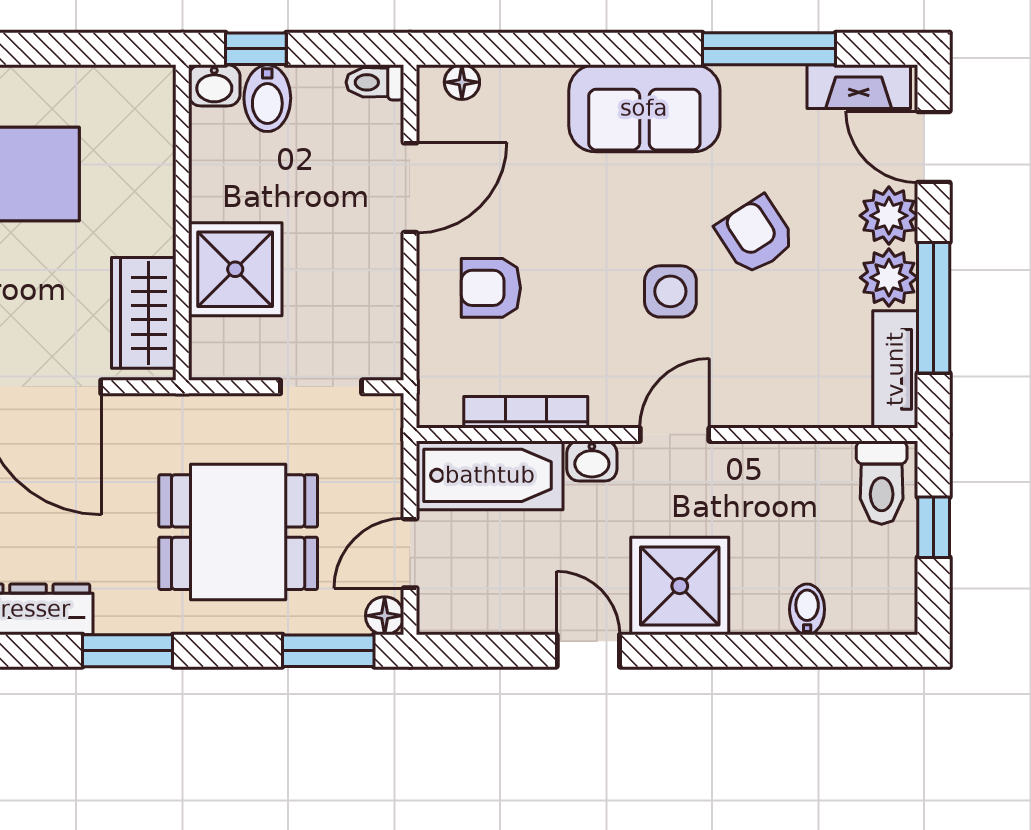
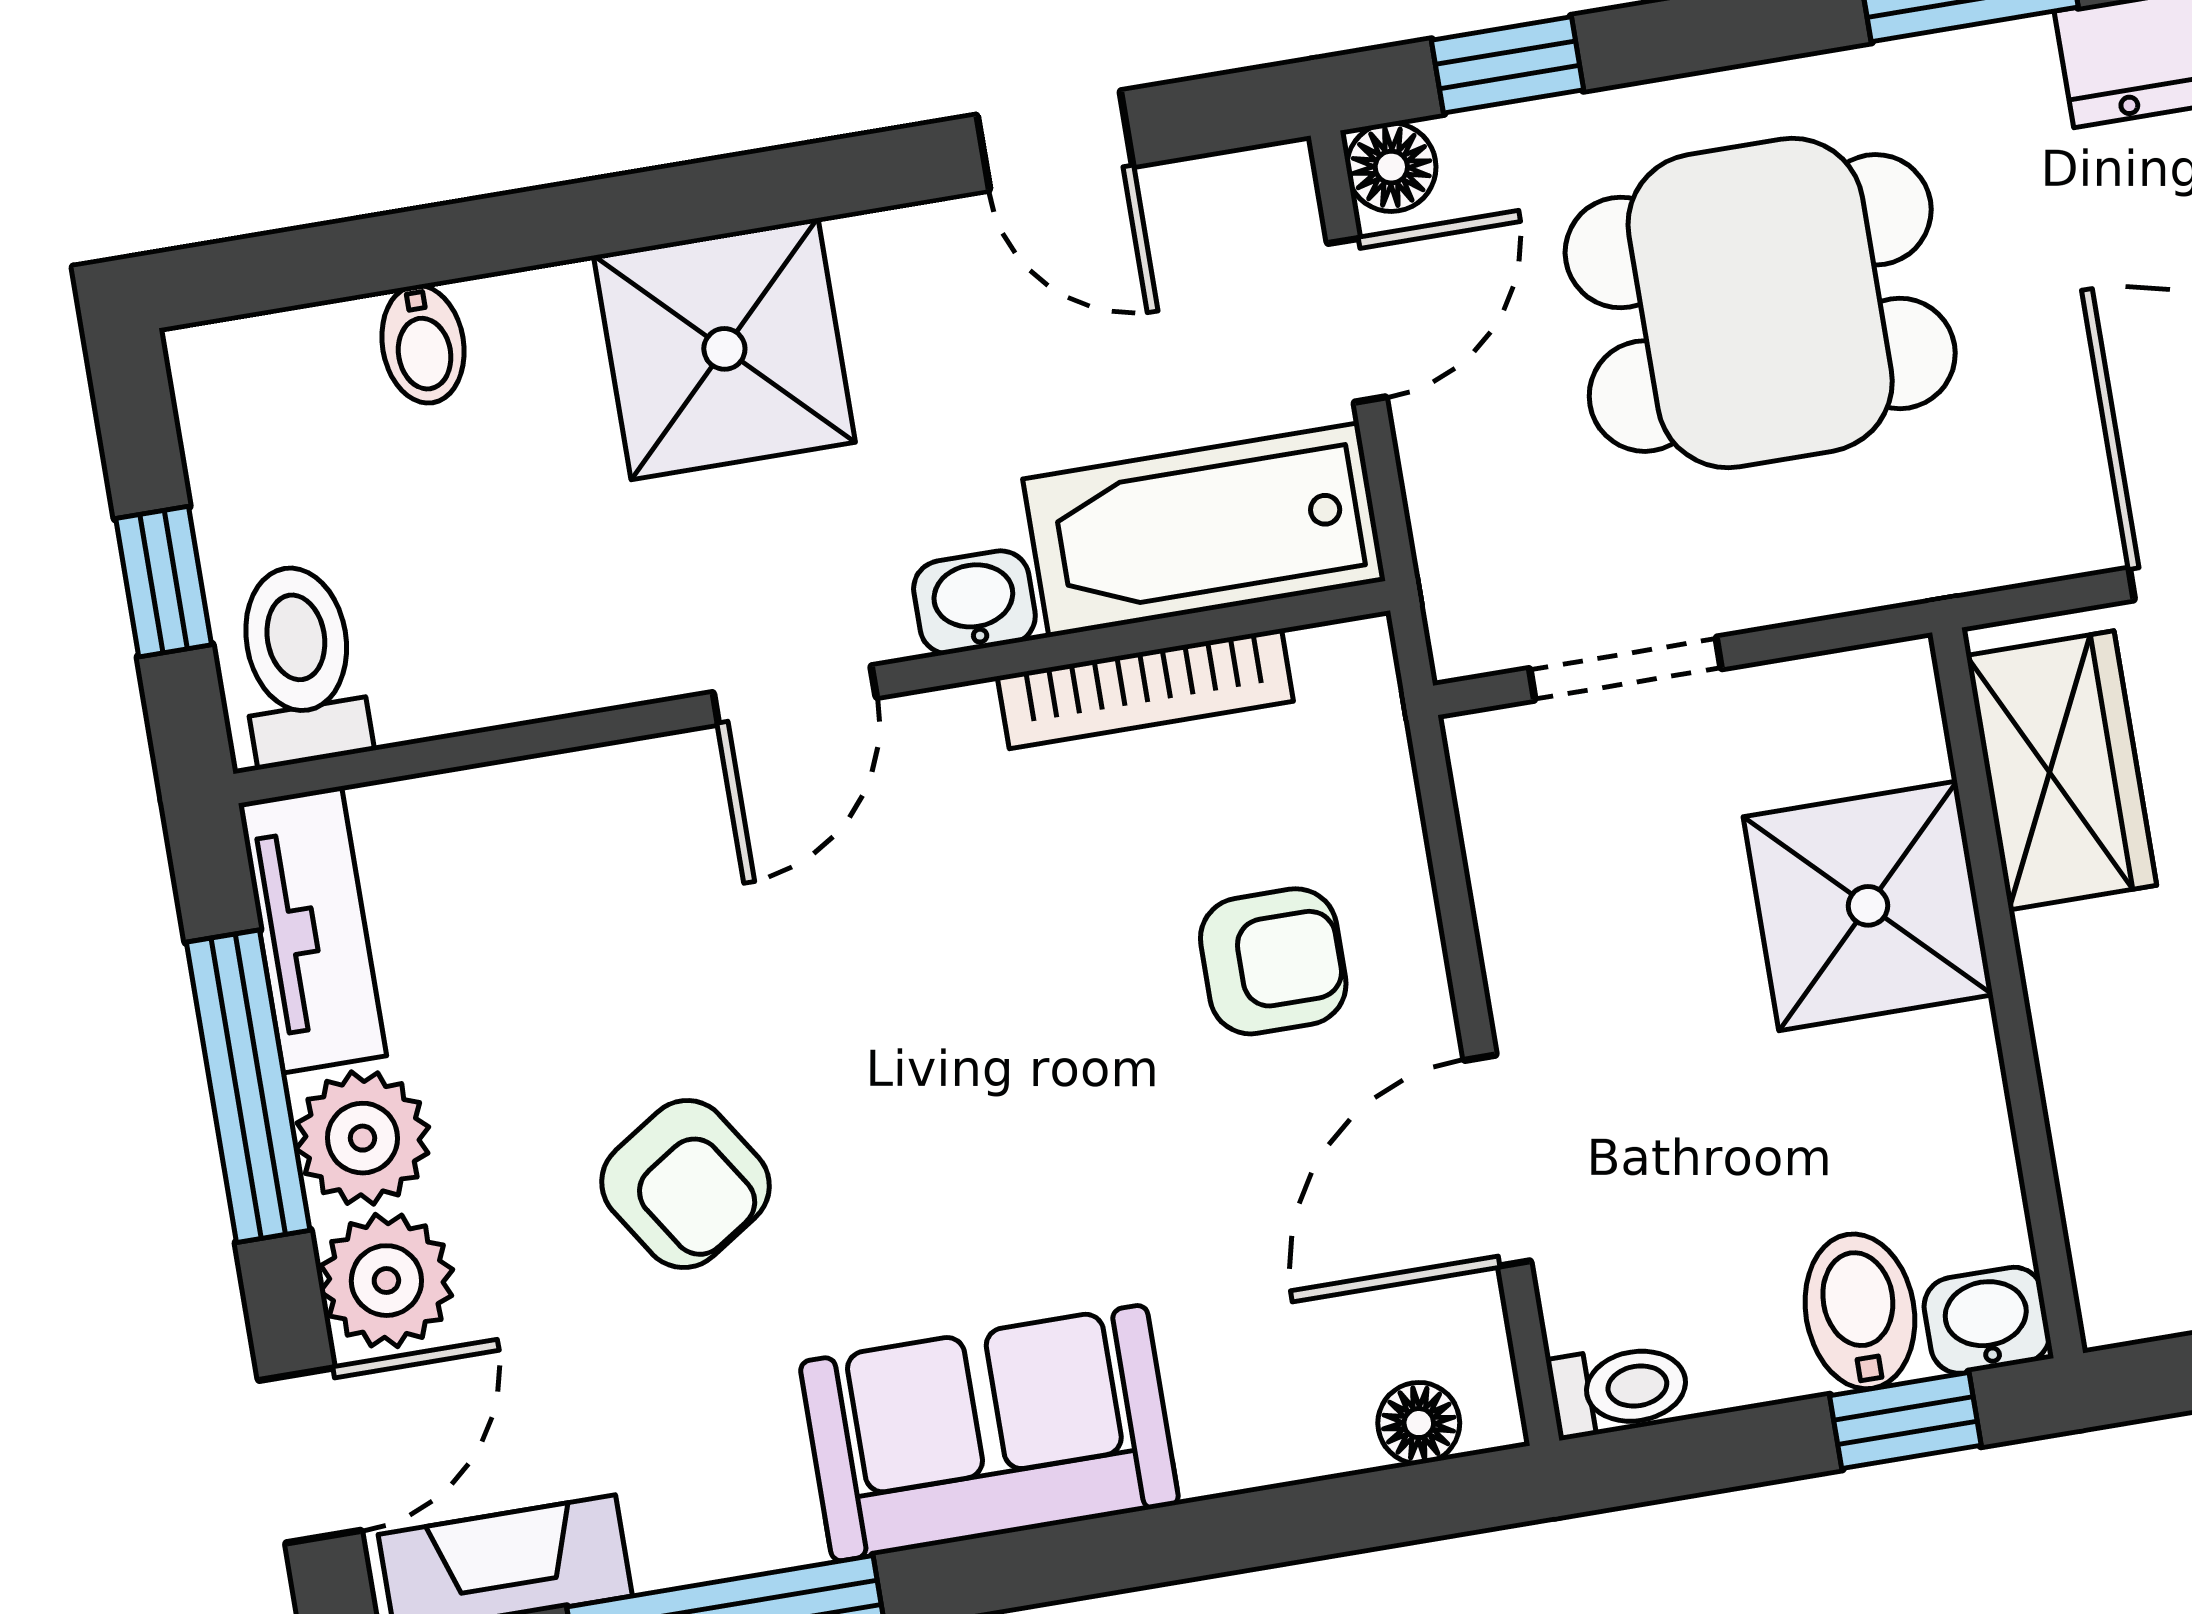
door: (934, 147) -> (310, 1455), hinge flipped
side table: (670, 291) -> (859, 1022), removed
window: (328, 651) -> (1508, 65), width x0.67
door: (588, 651) -> (1055, 141), moved

